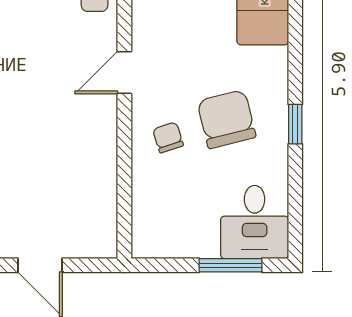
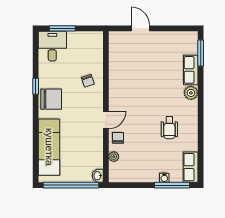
door: (124, 73) -> (106, 120), moved
chair: (226, 119) -> (51, 99), moved, turned -76

